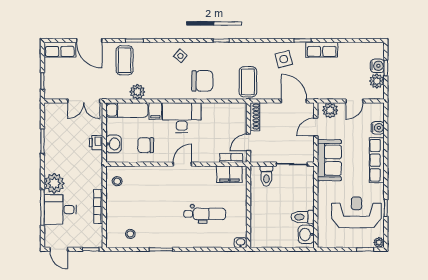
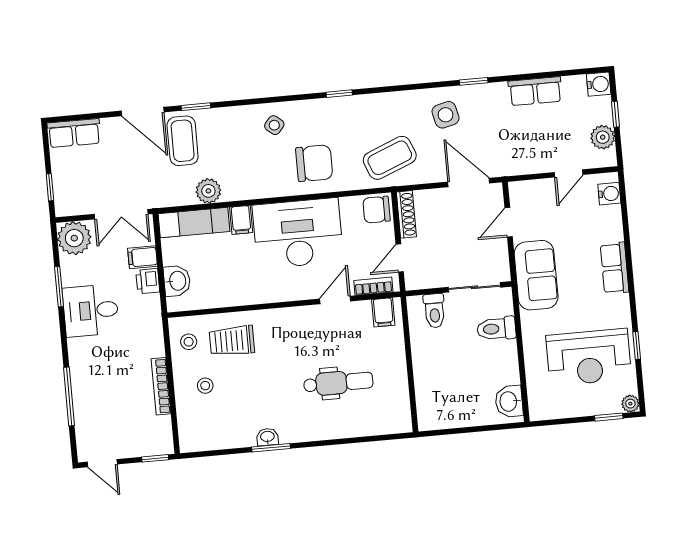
door: (89, 41) -> (143, 112), moved
row of seats: (322, 50) -> (535, 91), moved
water cooler: (377, 66) -> (599, 84), moved
coffee table: (248, 82) -> (390, 158), turned 68
plant: (330, 110) -> (530, 193), removed
desk: (182, 118) -> (298, 233), width x1.36, depth x1.30
filing cabinet: (94, 128) -> (143, 257), added
water cooler: (378, 128) -> (609, 194), moved
chair: (146, 145) -> (377, 210), moved
row of seats: (377, 160) -> (615, 268), width x0.68
door: (182, 164) -> (335, 300), moved
filing cabinet: (229, 174) -> (383, 312), width x0.50
plant: (54, 183) -> (74, 238), moved
trolley: (143, 183) -> (232, 341), added
desk: (60, 210) -> (91, 311), moved
reception desk: (356, 212) -> (589, 357), turned 180
toilet: (303, 217) -> (496, 329), moved
stool: (130, 234) -> (205, 386), moved
washbasin: (241, 243) -> (267, 437), moved

